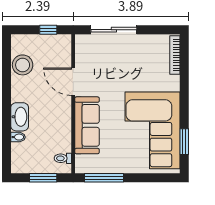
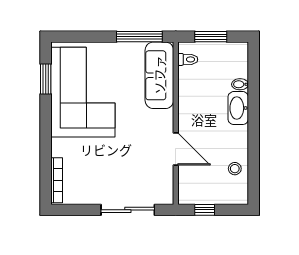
stool: (23, 65) -> (235, 169), width x0.53, depth x0.53
sofa: (87, 125) -> (159, 75), moved

